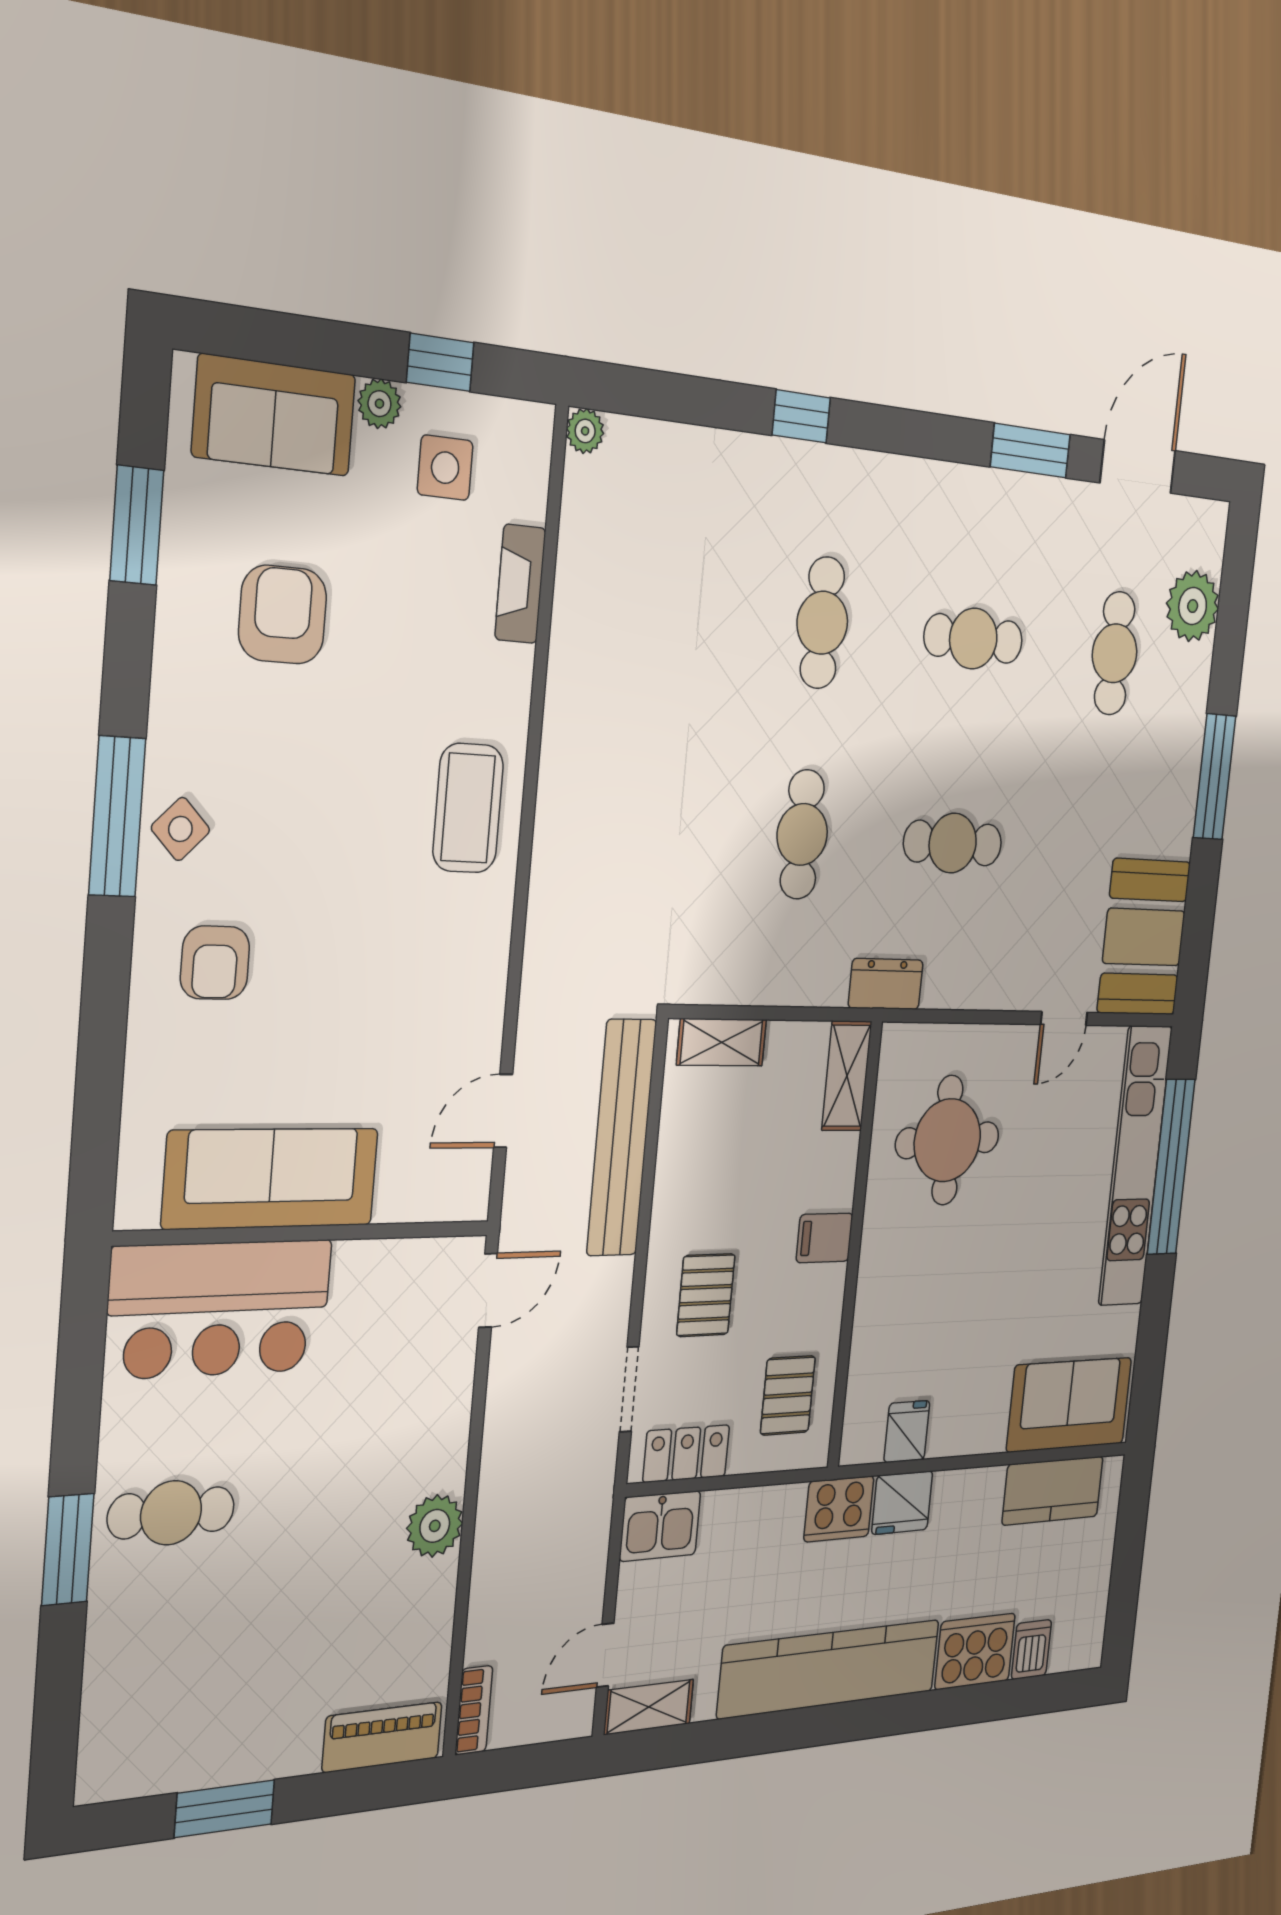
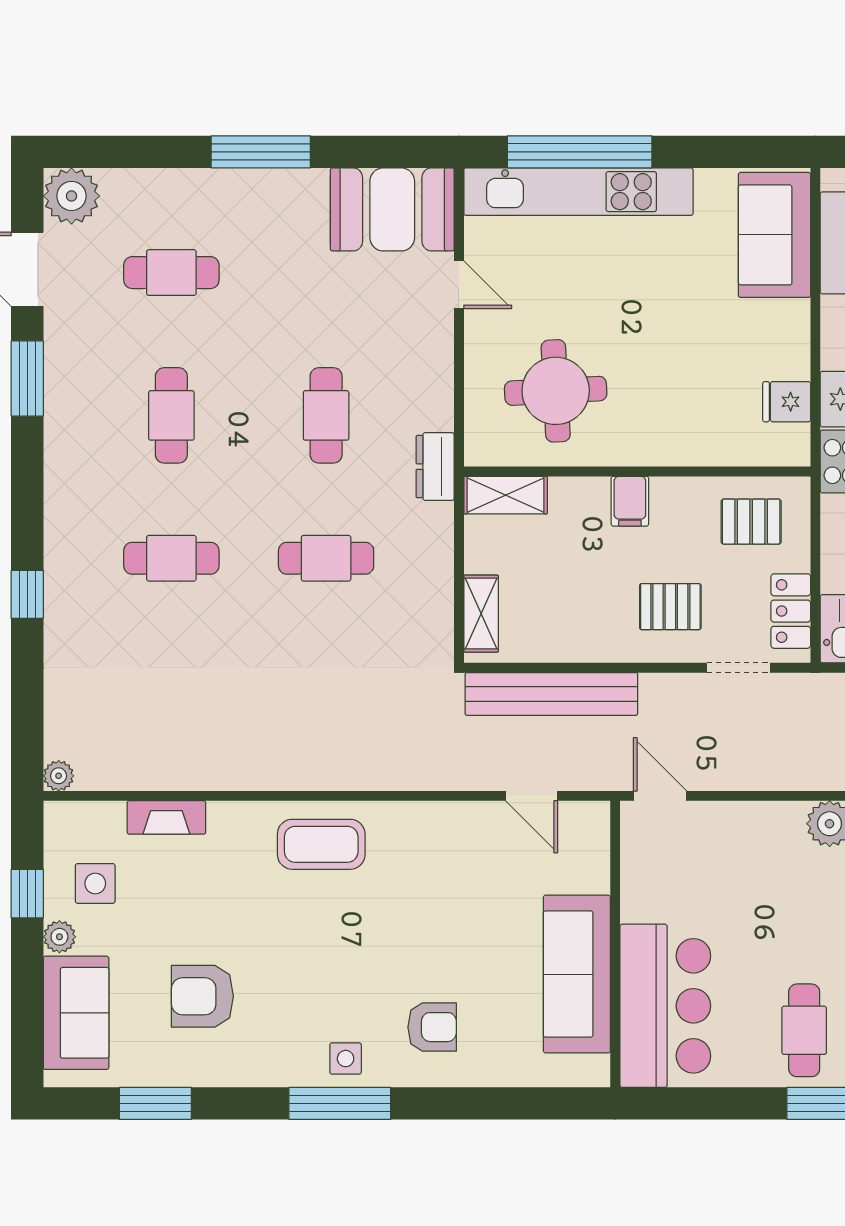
plant: (1193, 606) -> (71, 196), moved
side table: (180, 829) -> (346, 1059), turned 45

